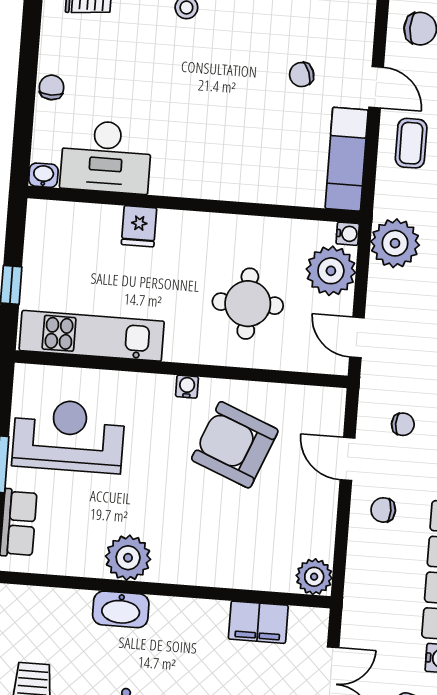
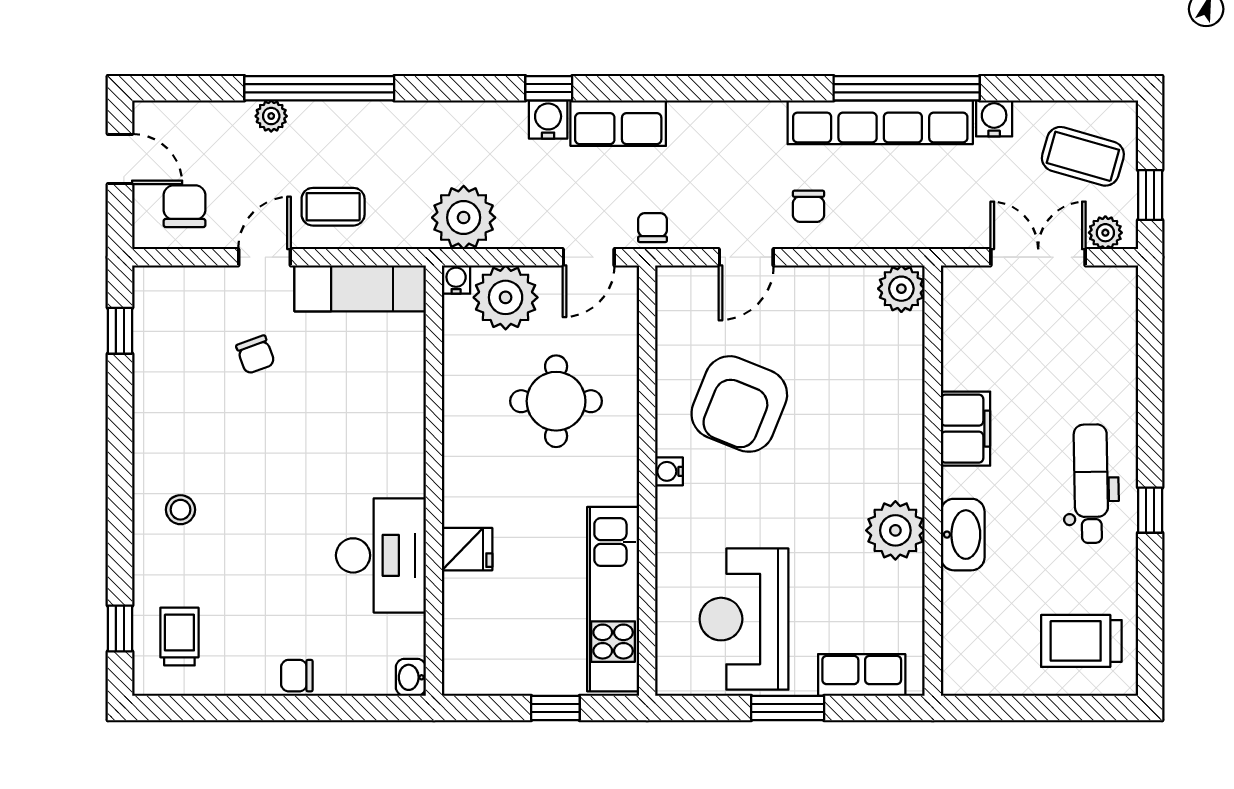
desk: (106, 157) -> (381, 555), moved
chair: (403, 424) -> (653, 228), moved
filing cabinet: (258, 622) -> (966, 429), moved

